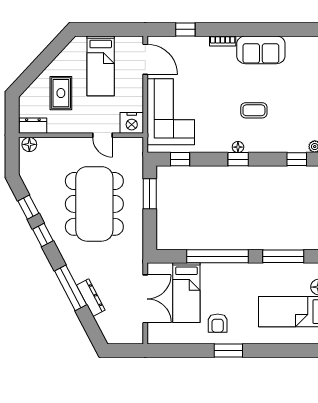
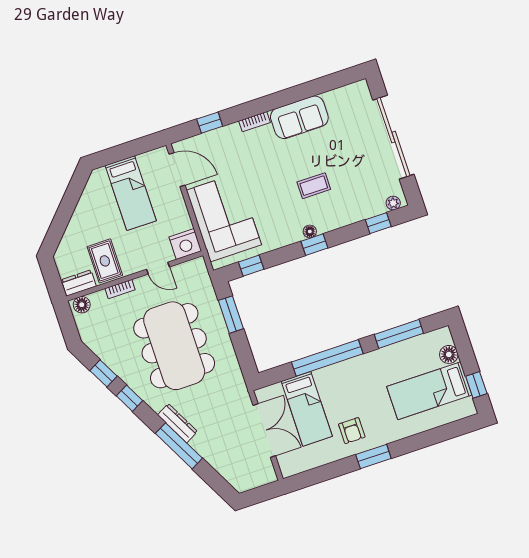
rug: (61, 93) -> (105, 261), moved
bookcase: (65, 142) -> (120, 289), added
dresser: (91, 298) -> (178, 423), moved

